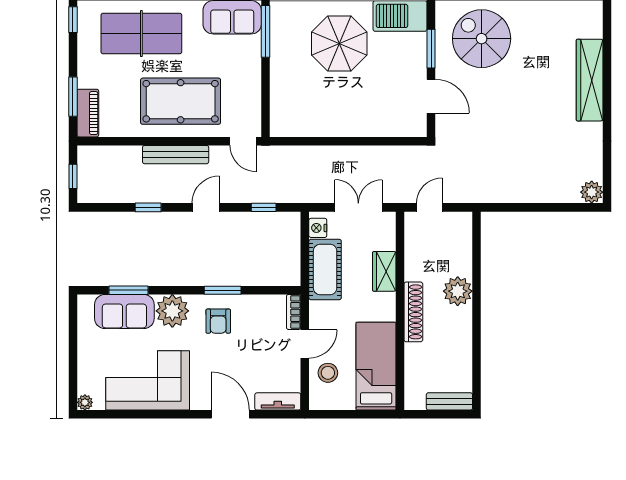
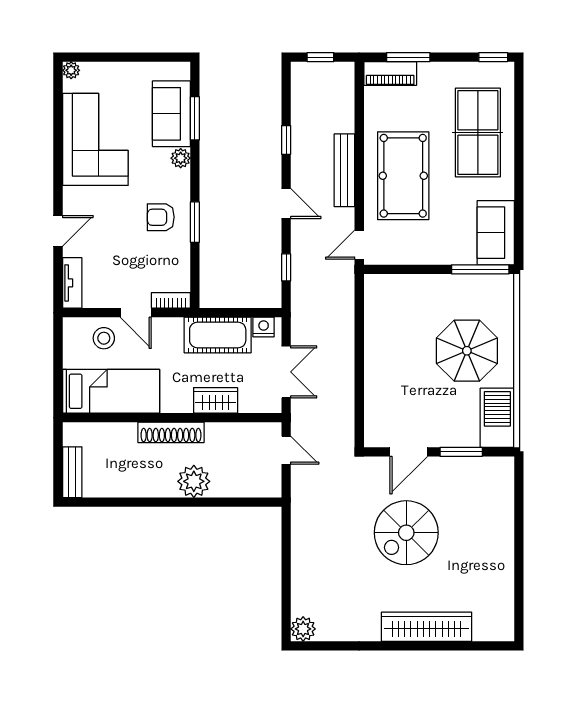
spiral stairs: (482, 39) -> (406, 533), moved, turned 180
plant: (172, 311) -> (181, 158), width x0.53, depth x0.53
door: (230, 414) -> (58, 231), width x0.73

